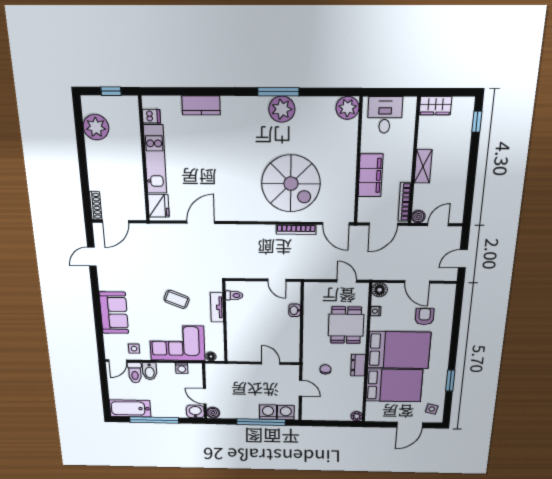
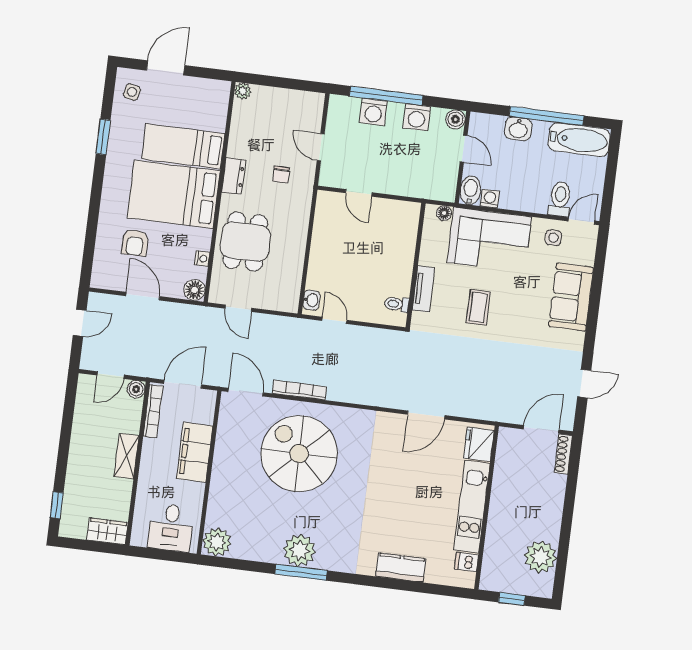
coffee table: (177, 299) -> (478, 307), turned 68
washbasin: (295, 310) -> (311, 300), moved
bidet: (150, 371) -> (470, 190), moved
bed: (394, 385) -> (183, 146), width x0.67
washbasin: (195, 412) -> (518, 129), moved
washing machine: (286, 412) -> (417, 117), moved

